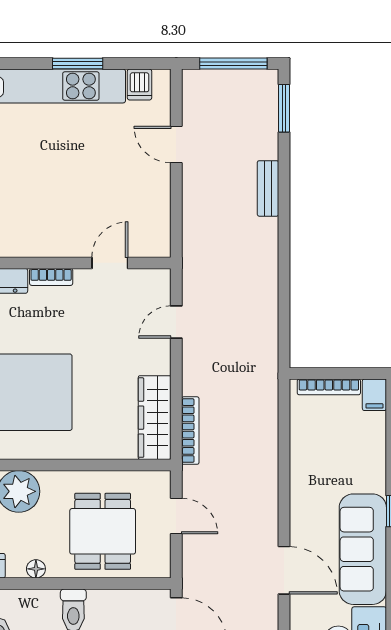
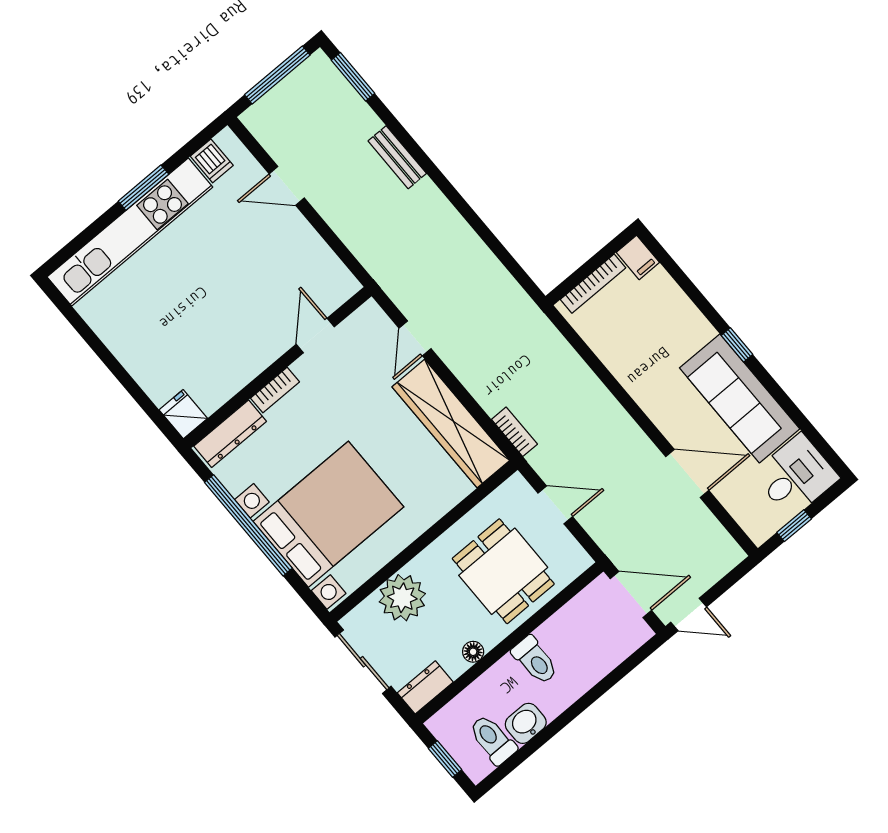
wardrobe: (155, 418) -> (451, 424), width x1.40, depth x1.17
bookcase: (190, 431) -> (514, 432), width x0.64

